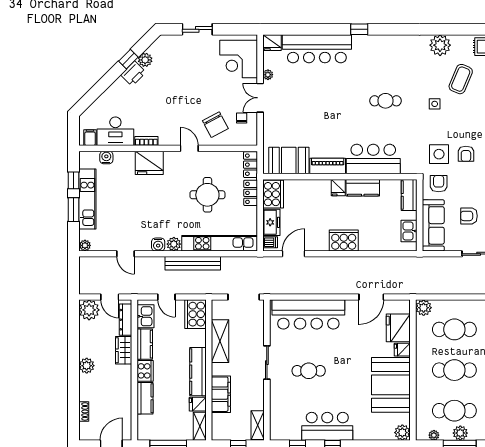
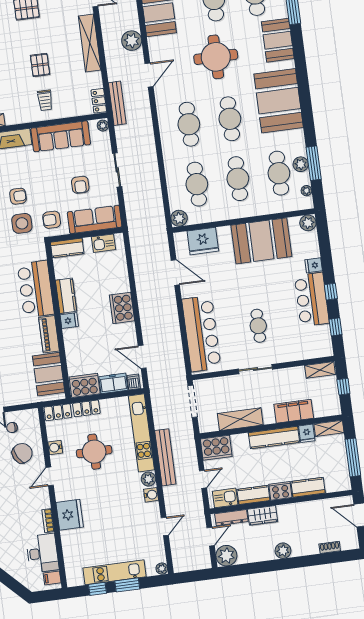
water cooler: (106, 157) -> (55, 448), moved
fridge: (402, 350) -> (314, 265), moved, turned 90

